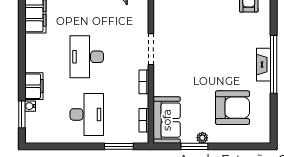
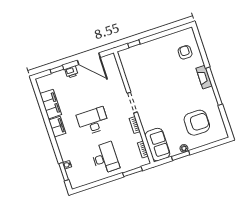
desk: (87, 57) -> (93, 121), turned 90
fireplace: (264, 65) -> (204, 77), moved
filing cabinet: (34, 86) -> (57, 127), moved

